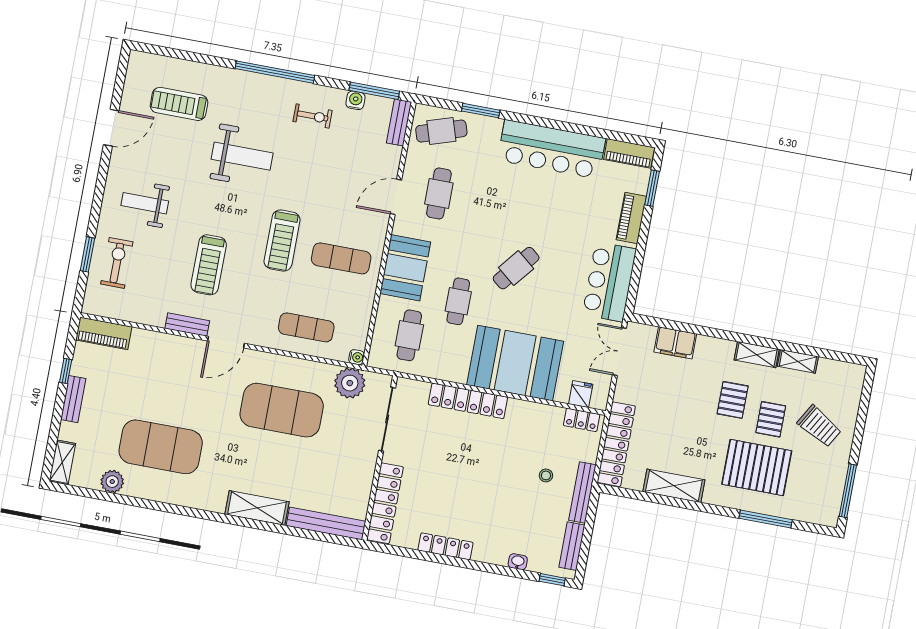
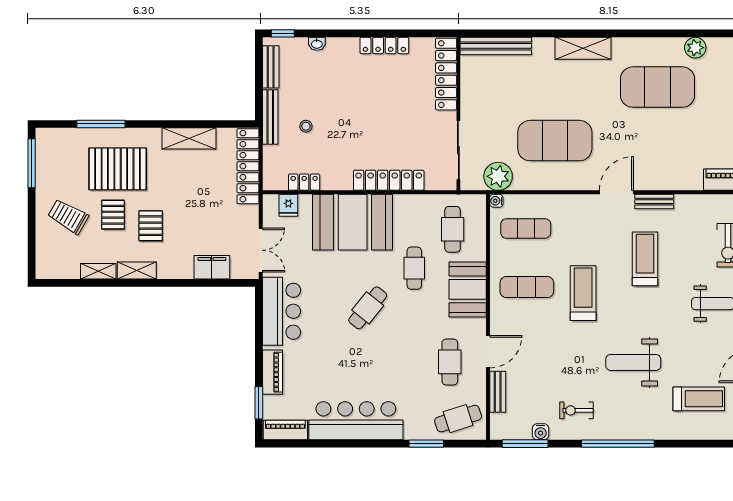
bench: (399, 122) -> (498, 392), moved
exercise mat: (306, 327) -> (526, 229), moved
locker: (582, 420) -> (304, 182), moved
shelving: (257, 508) -> (583, 48), moved

